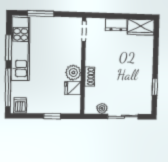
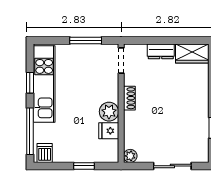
window: (41, 14) -> (86, 41), moved
window: (9, 48) -> (30, 83), width x0.67
shoe rack: (90, 77) -> (129, 98), moved
plant: (102, 108) -> (130, 156), moved

